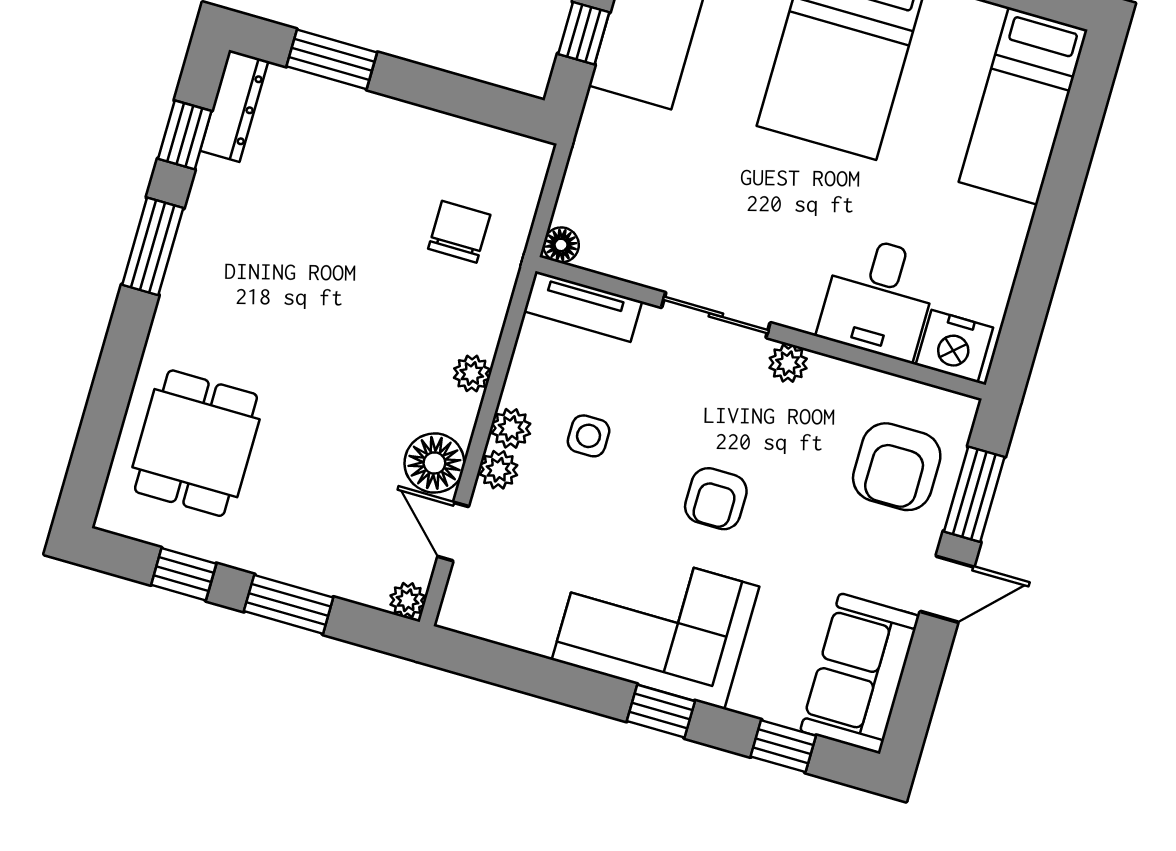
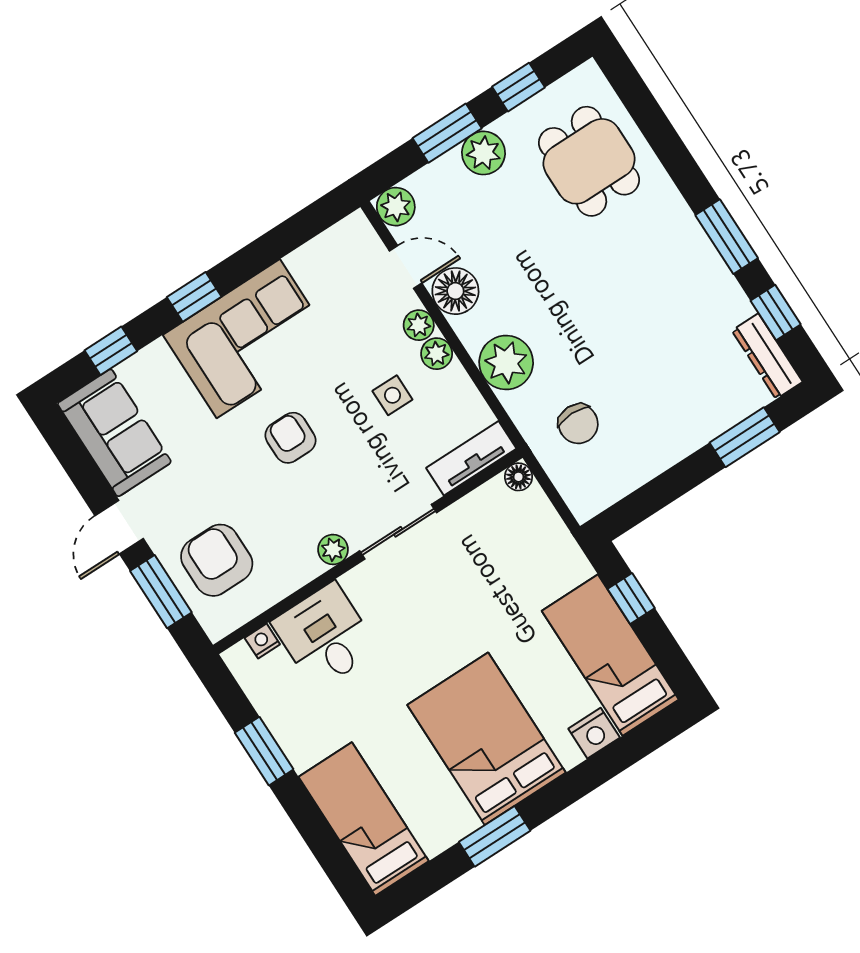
window: (1042, 260) -> (264, 751), added
nightstand: (954, 346) -> (262, 641), width x0.53, depth x0.56
plant: (472, 373) -> (506, 362), width x1.88, depth x1.88
plant: (277, 552) -> (483, 153), added
plant: (408, 600) -> (396, 207), width x1.38, depth x1.38

